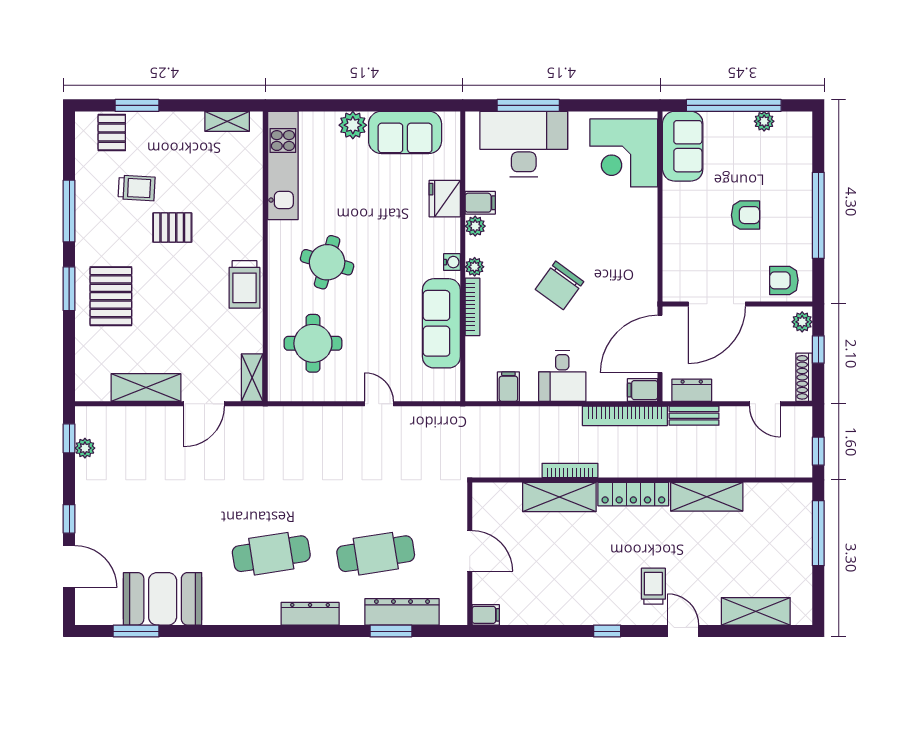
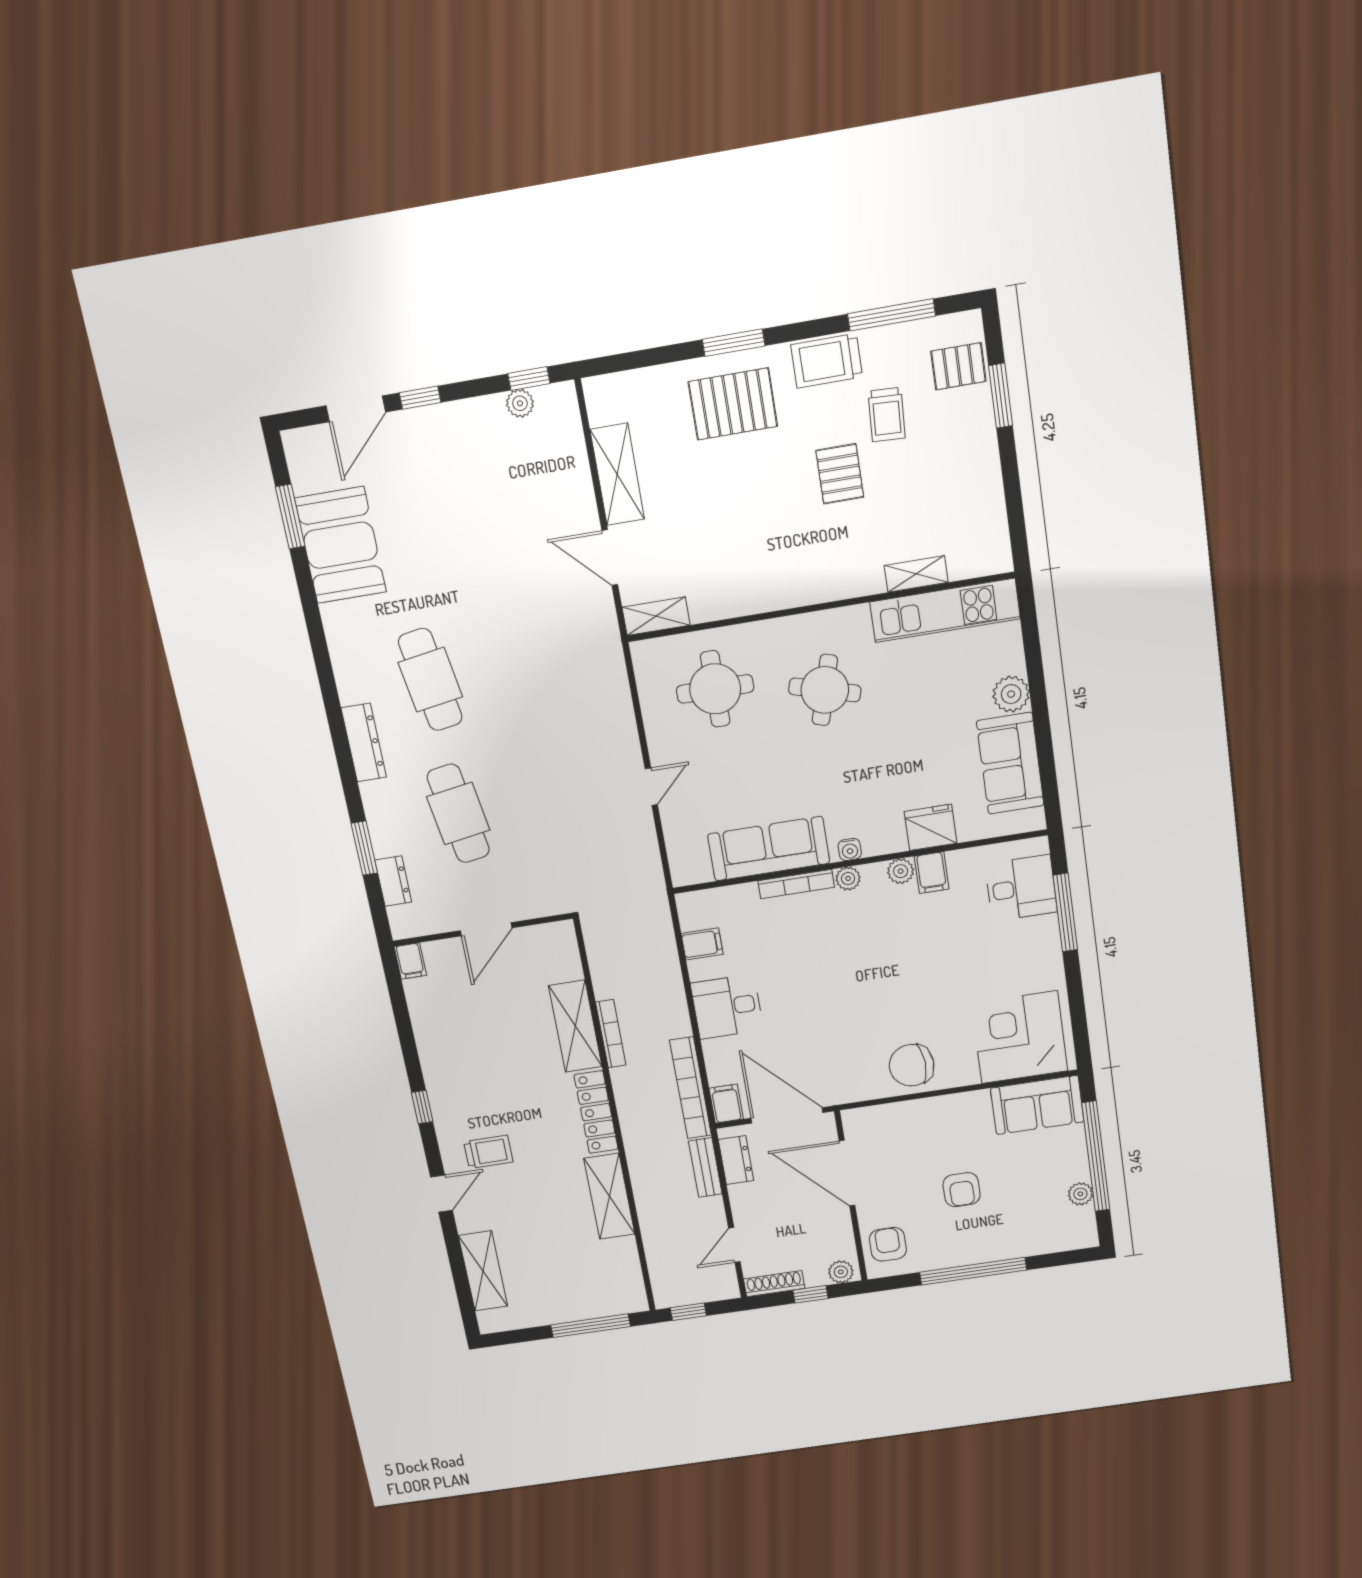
shelving: (227, 121) -> (916, 574), moved, turned 90
desk: (524, 144) -> (1021, 888), width x0.53, depth x0.77
window: (69, 211) -> (892, 315), moved
trolley: (245, 284) -> (827, 361), moved
chair: (559, 285) -> (912, 1065), moved, turned -39
dresser: (402, 612) -> (393, 881), width x0.51, depth x0.80

